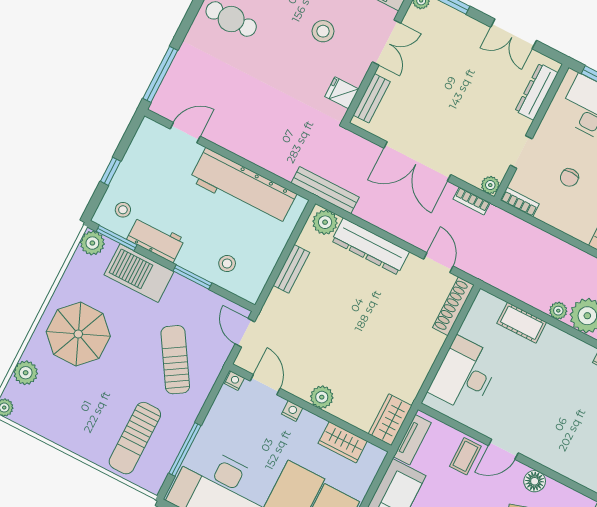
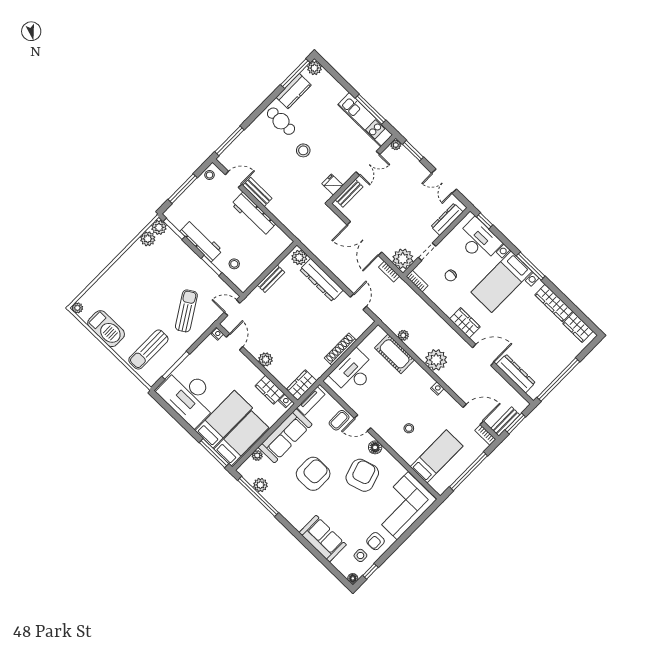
stool: (323, 31) -> (303, 150), moved
window: (111, 171) -> (183, 189), width x2.17
plant: (490, 185) -> (403, 259), width x1.88, depth x1.88
workbench: (243, 187) -> (253, 214), width x0.73, depth x0.76
bench: (325, 190) -> (257, 192), moved, width x0.73
stool: (123, 210) -> (210, 175), moved
workbench: (156, 239) -> (201, 241), width x1.38
barbecue: (139, 273) -> (106, 329), moved, turned 180
shoe rack: (453, 306) -> (340, 349), moved
plant: (558, 311) -> (403, 335), moved
cot: (522, 323) -> (395, 354), width x1.37, depth x1.34
door: (245, 333) -> (232, 308), hinge flipped
parasol: (78, 334) -> (134, 278), removed
plant: (26, 373) -> (148, 239), moved
nightstand: (292, 411) -> (285, 401), moved
stool: (578, 435) -> (409, 428), added

